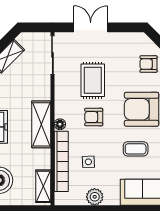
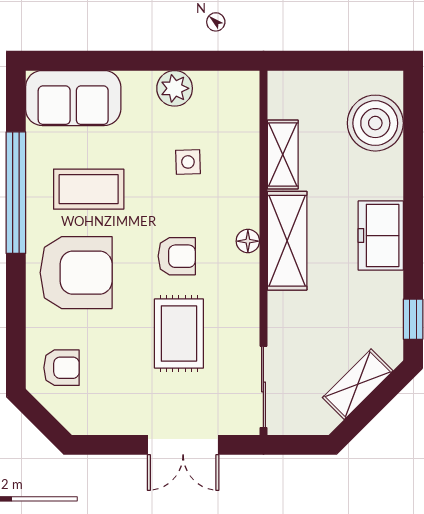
coffee table: (136, 149) -> (89, 189), width x1.36, depth x1.30
bookcase: (61, 161) -> (245, 163), removed
shelving: (43, 186) -> (283, 155), moved

